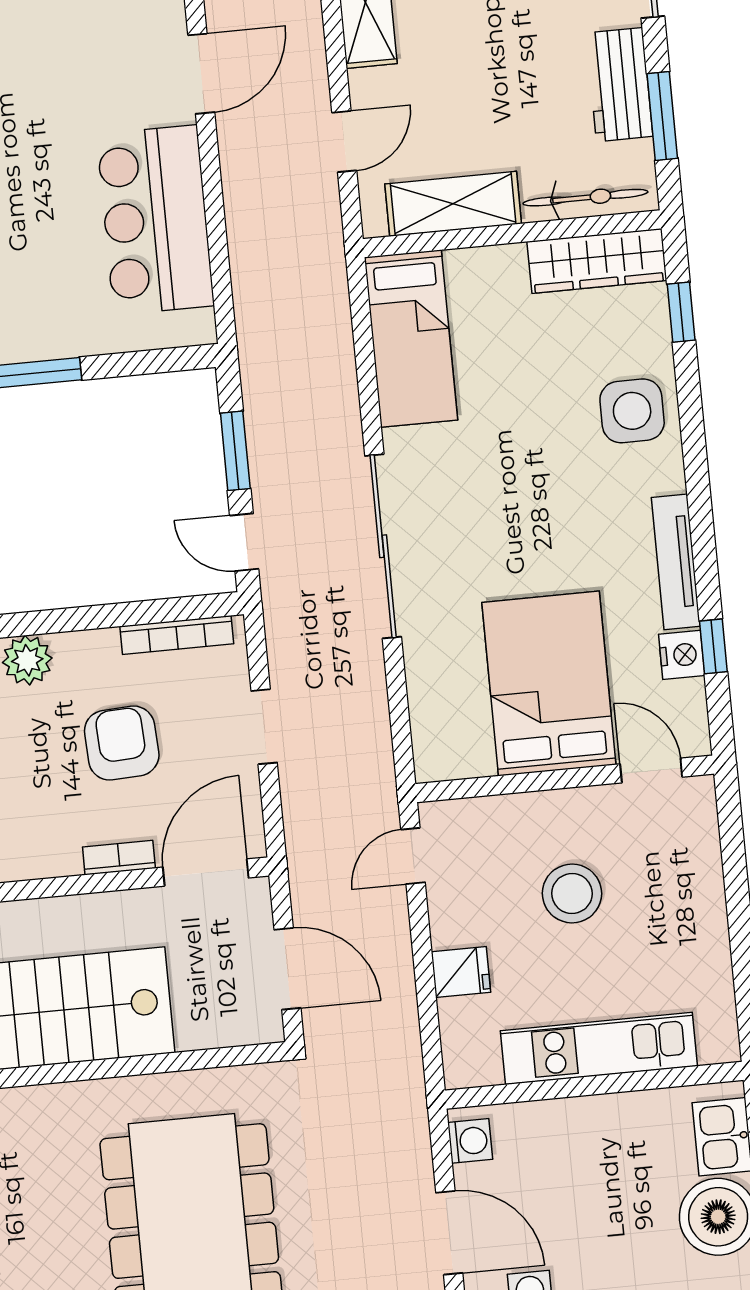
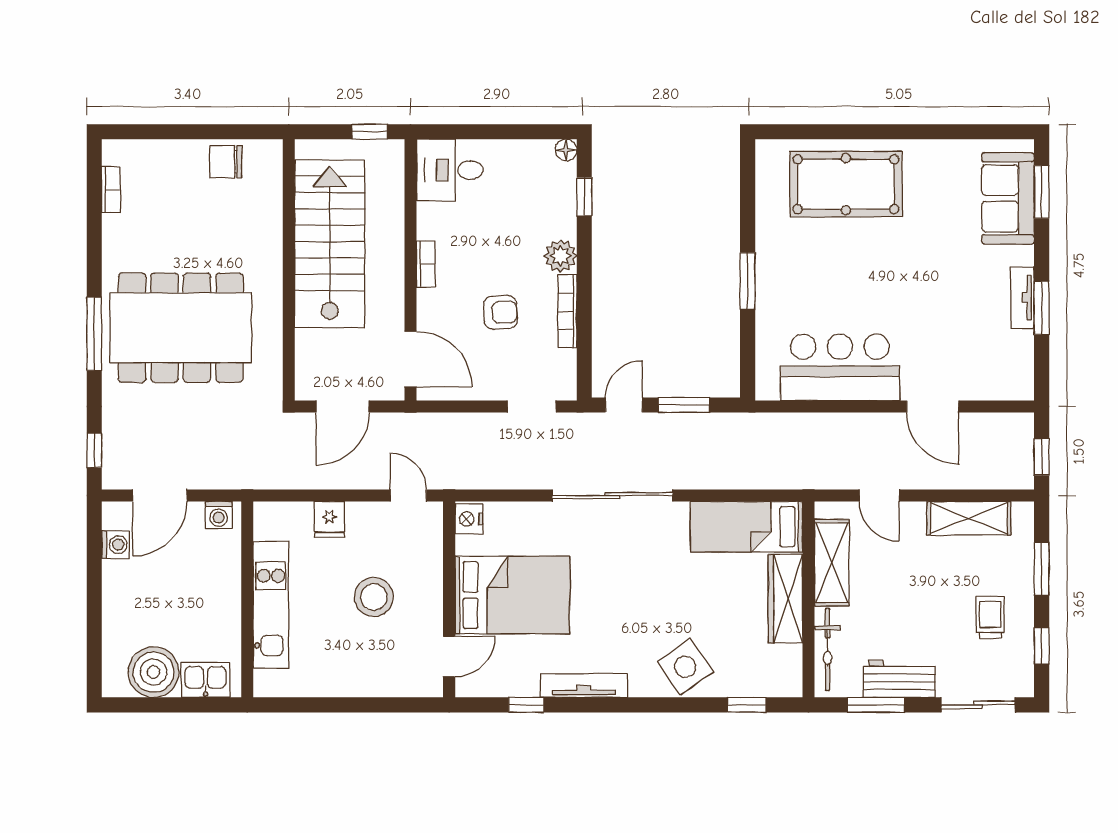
wardrobe: (597, 261) -> (785, 599), moved
side table: (632, 411) -> (685, 667), turned -35
bookcase: (177, 635) -> (567, 311), moved
nightstand: (682, 655) -> (469, 519), moved, turned 90
doorway: (264, 727) -> (532, 406), moved
armchair: (122, 743) -> (500, 312), width x0.72, depth x0.72
bookcase: (119, 858) -> (426, 264), moved

